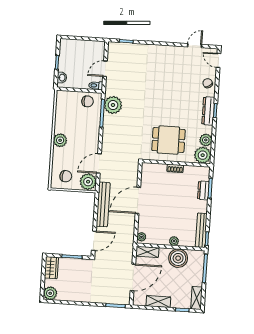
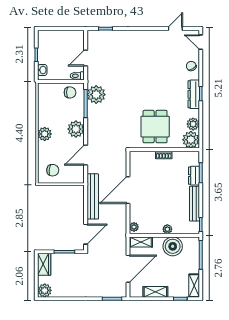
dining table: (168, 140) -> (155, 127), turned 90
plant: (88, 182) -> (76, 129), moved
bench: (201, 230) -> (194, 204), moved

